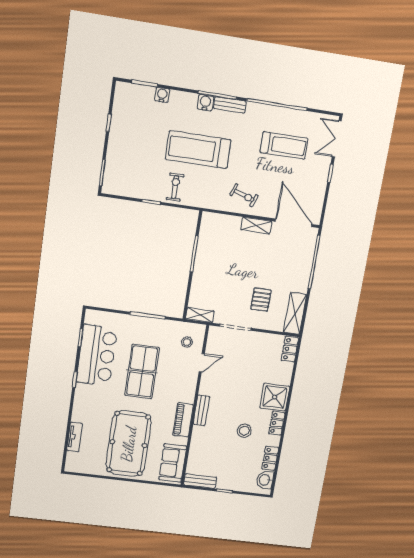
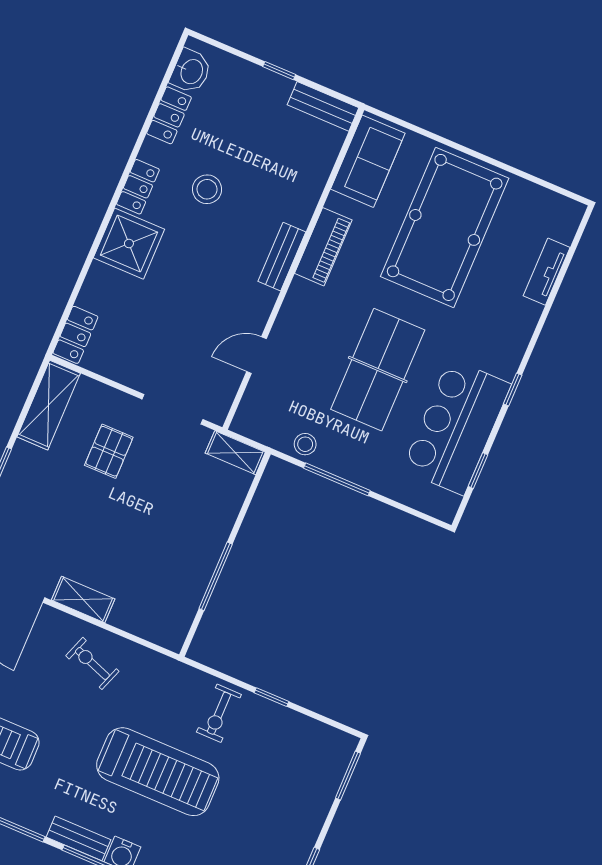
stool: (187, 342) -> (305, 444), moved

